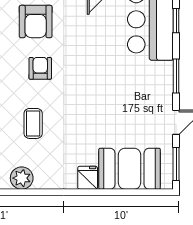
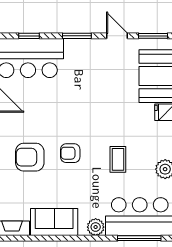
armchair: (36, 21) -> (30, 157), turned 180
coffee table: (33, 123) -> (118, 159), turned 90

